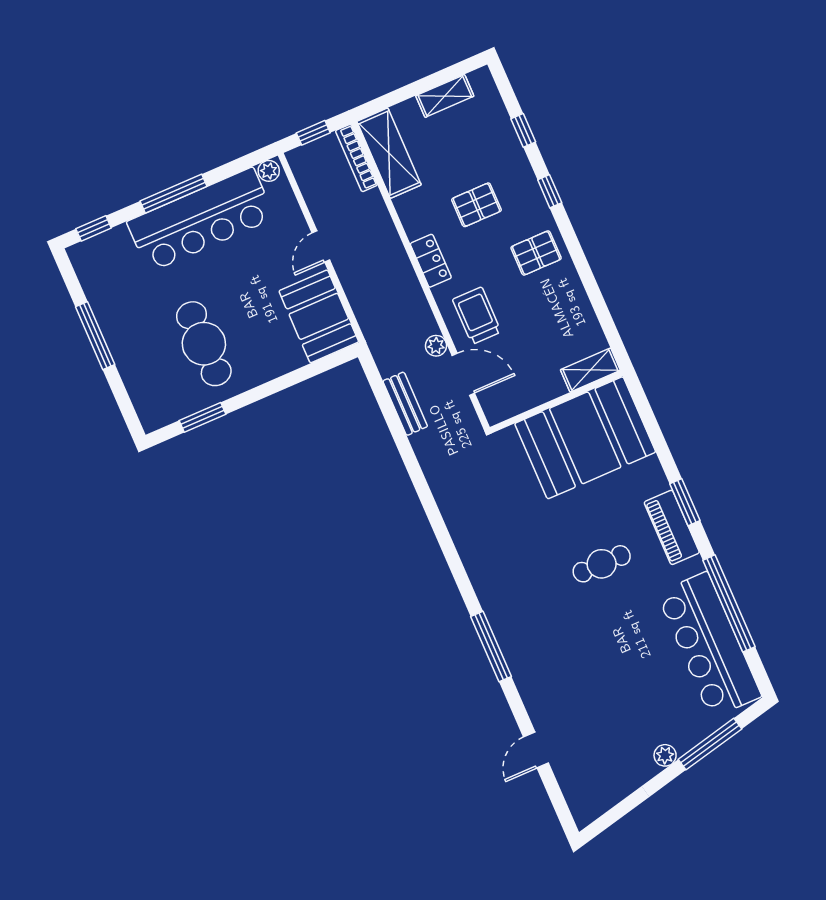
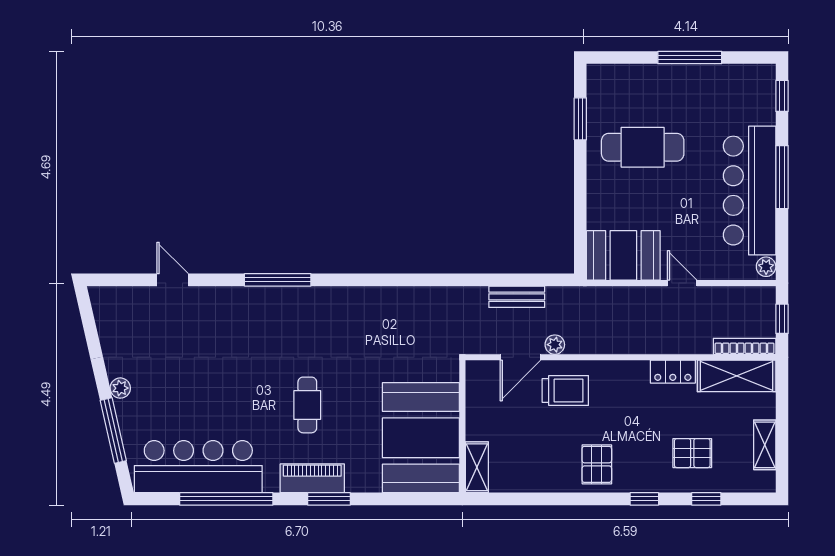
pallet: (476, 205) -> (692, 453), moved, turned 90
locker: (431, 261) -> (673, 372), moved

